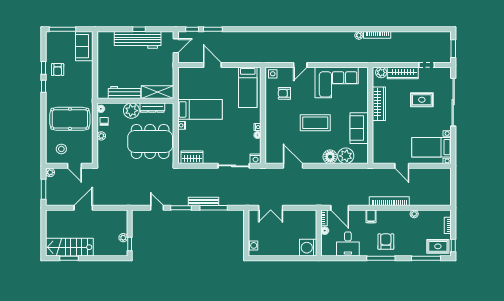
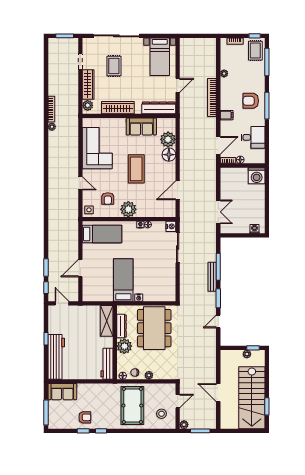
workbench: (138, 40) -> (56, 357), moved
workbench: (124, 92) -> (107, 364), moved
plant: (273, 115) -> (128, 209), added
dresser: (379, 146) -> (159, 108), added
wardrobe: (192, 157) -> (170, 288), removed
stairs: (69, 247) -> (252, 398), width x1.36, depth x1.51

